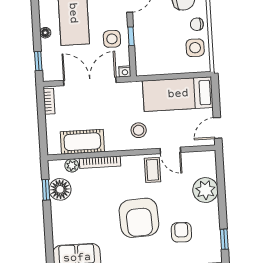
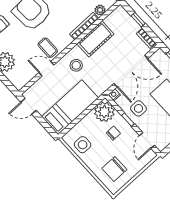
chair: (197, 24) -> (113, 133), moved
plant: (148, 63) -> (104, 112), added
window: (42, 126) -> (138, 20), added
door: (218, 128) -> (28, 106), swing flipped
cot: (82, 142) -> (95, 39), moved

